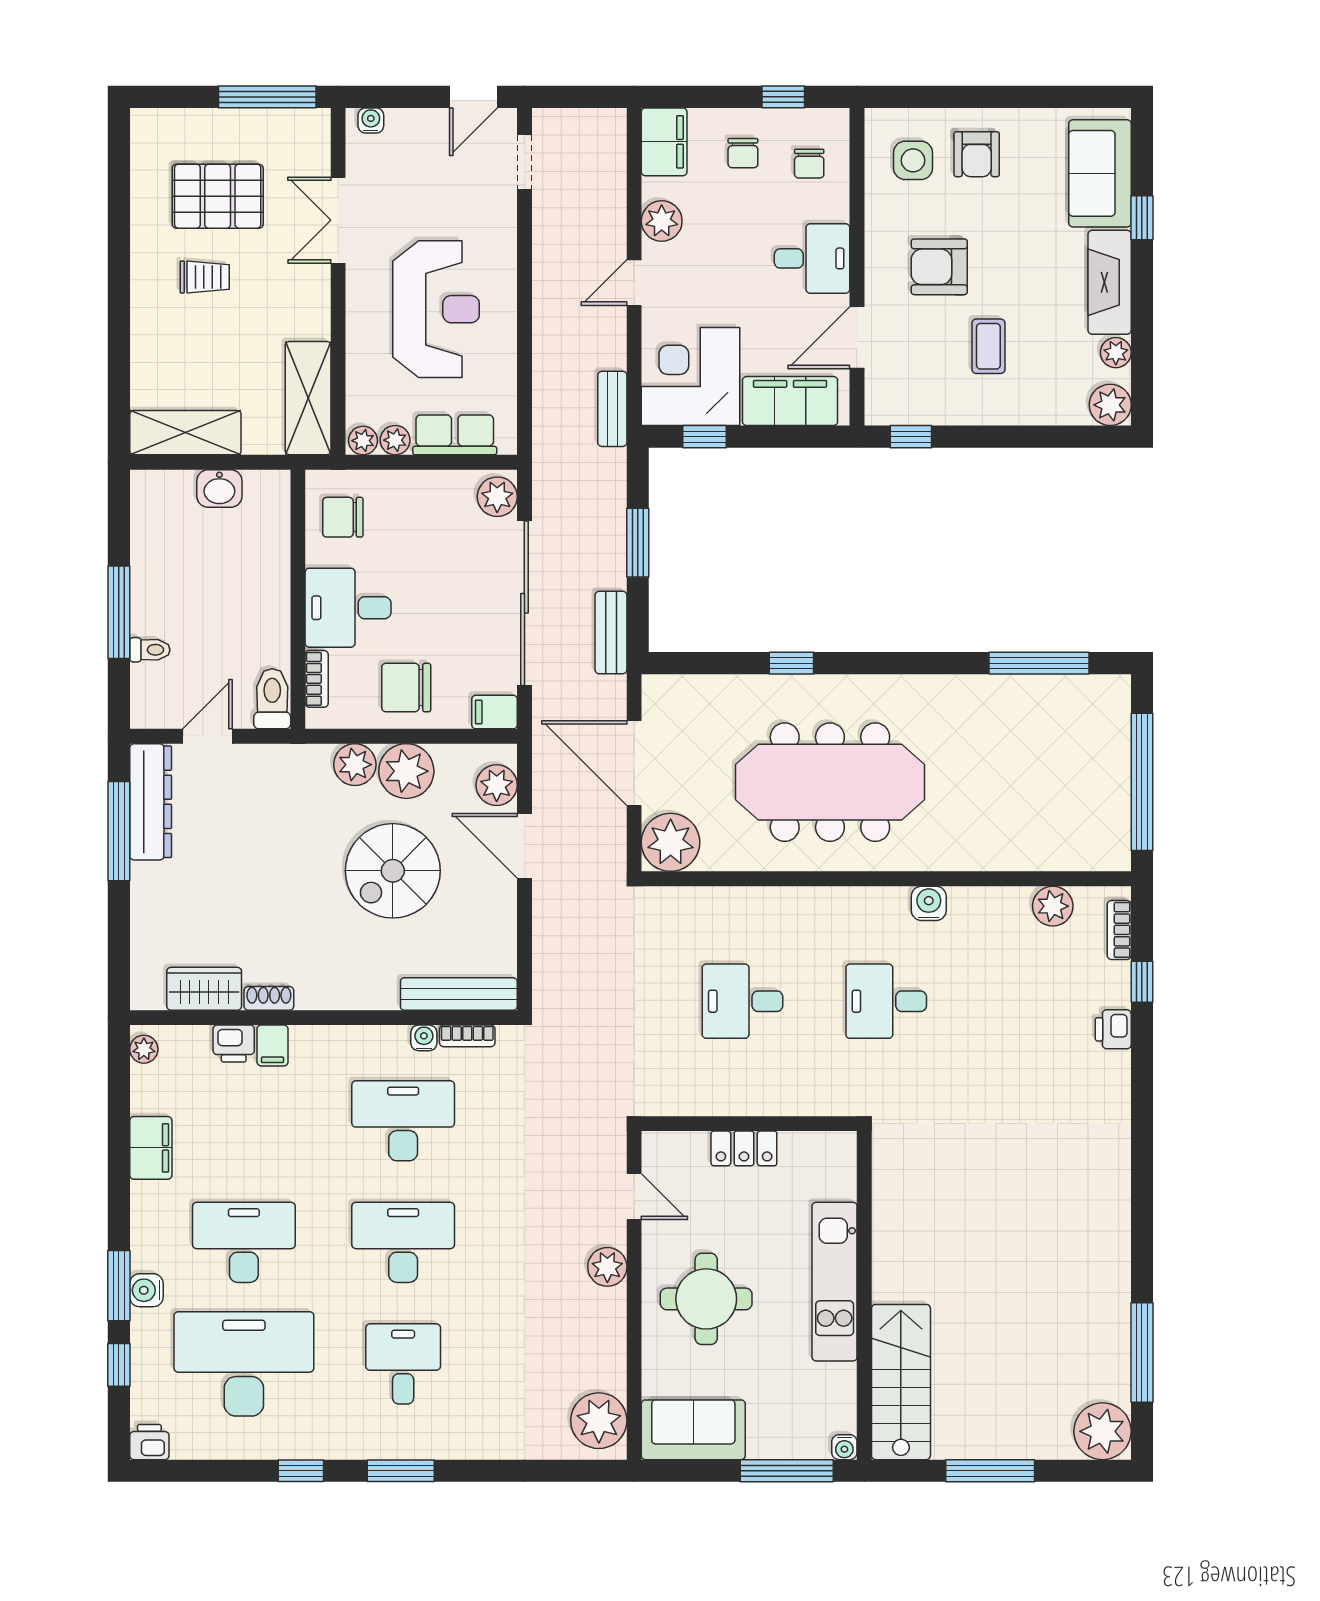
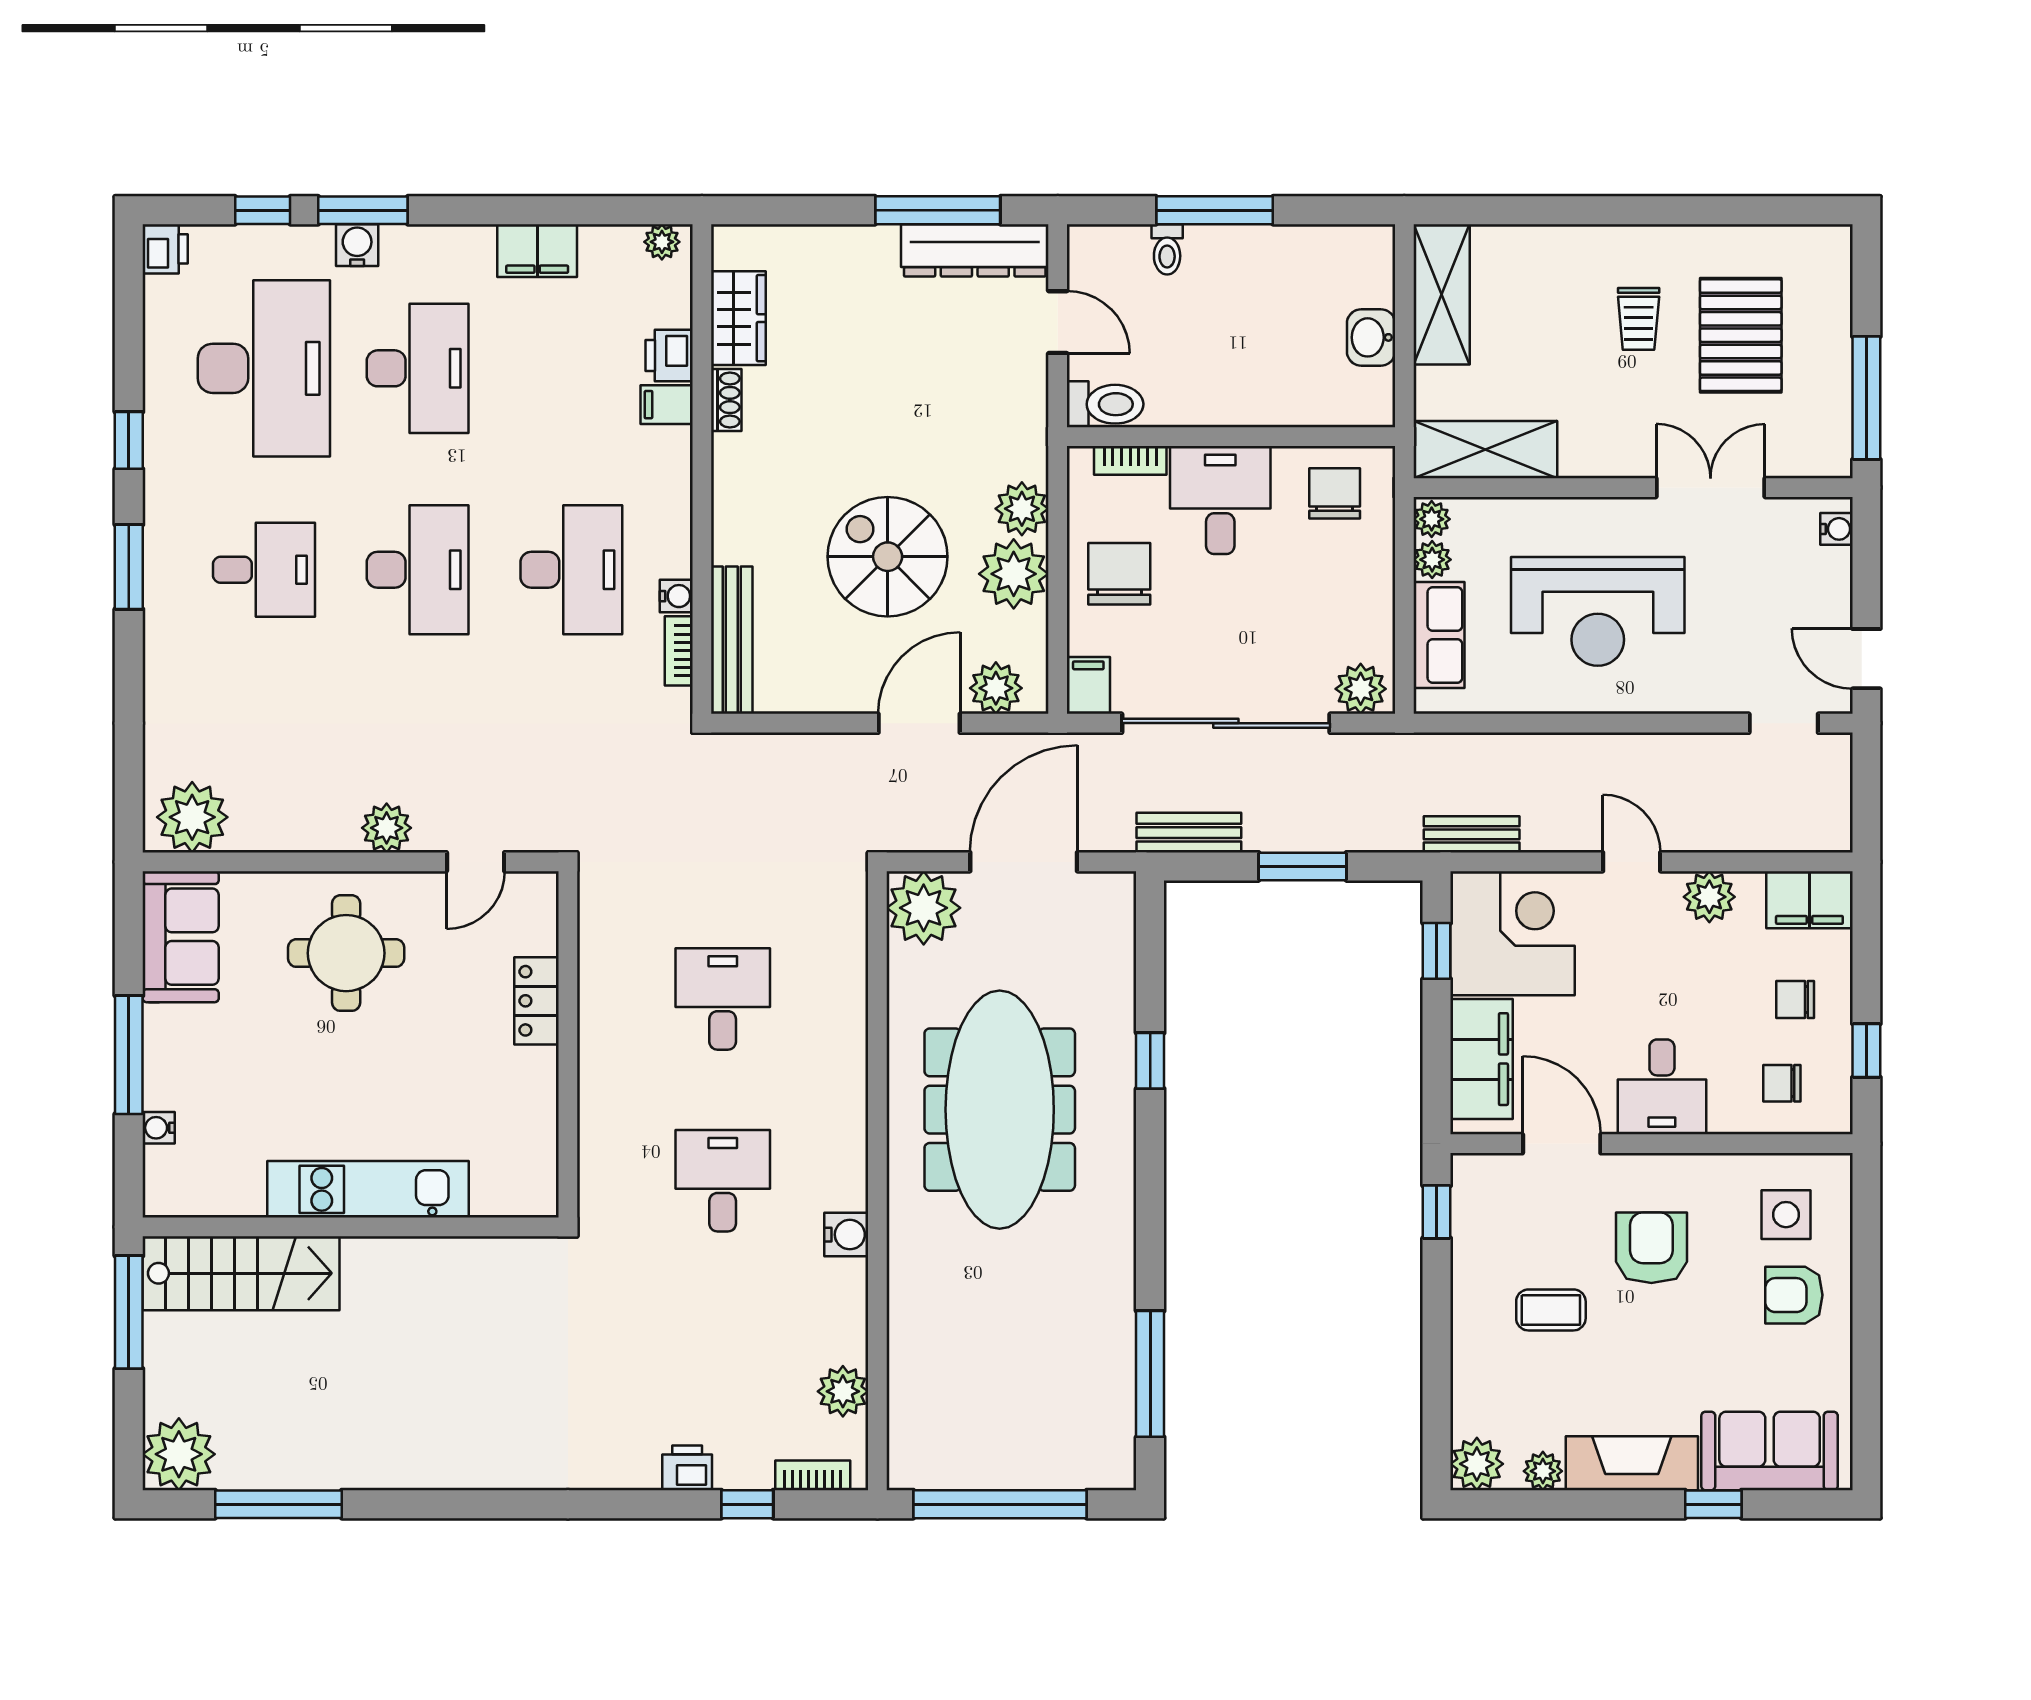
kitchen unit: (835, 1282) -> (368, 1189), moved
wall: (864, 1295) -> (351, 1227), moved
stairs: (901, 1382) -> (241, 1273), moved

